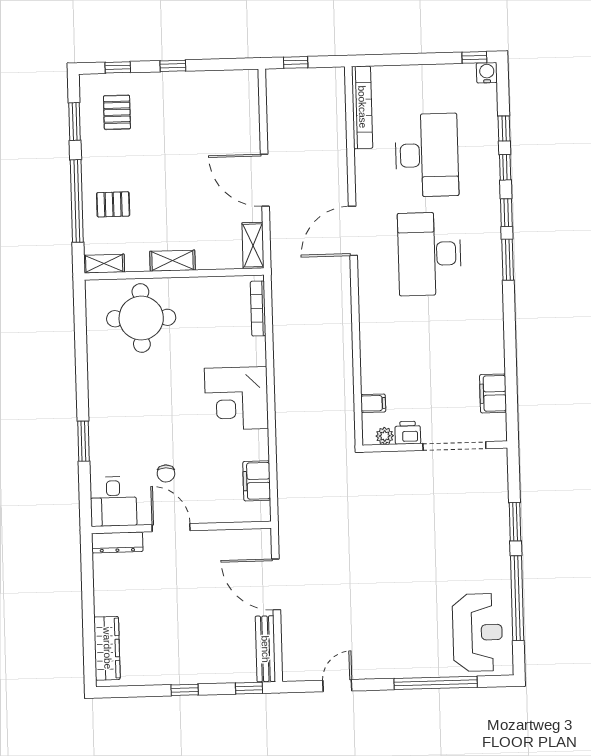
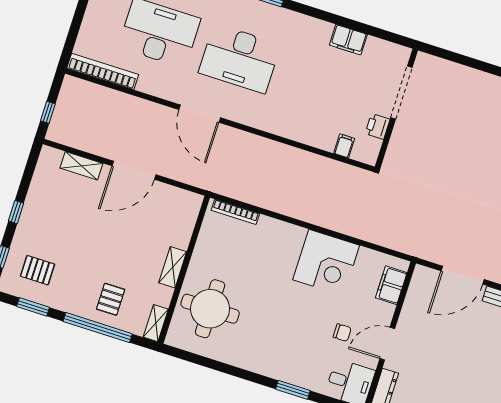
shelving: (253, 245) -> (81, 166), moved
filing cabinet: (493, 393) -> (348, 40), moved
corner desk: (236, 398) -> (326, 263), moved
plant: (385, 436) -> (374, 146), removed
filing cabinet: (257, 481) -> (391, 285), moved, turned 90
window: (515, 522) -> (479, 65), removed

